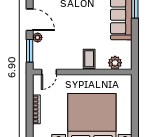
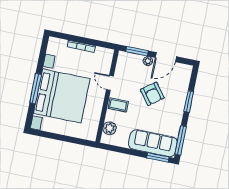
armchair: (70, 26) -> (152, 94), added
door: (49, 72) -> (110, 83), moved

